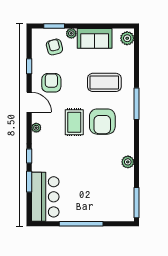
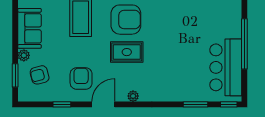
armchair: (51, 83) -> (81, 79), turned 90
window: (29, 156) -> (229, 104), moved
bar counter: (45, 197) -> (226, 67), moved, turned -90

